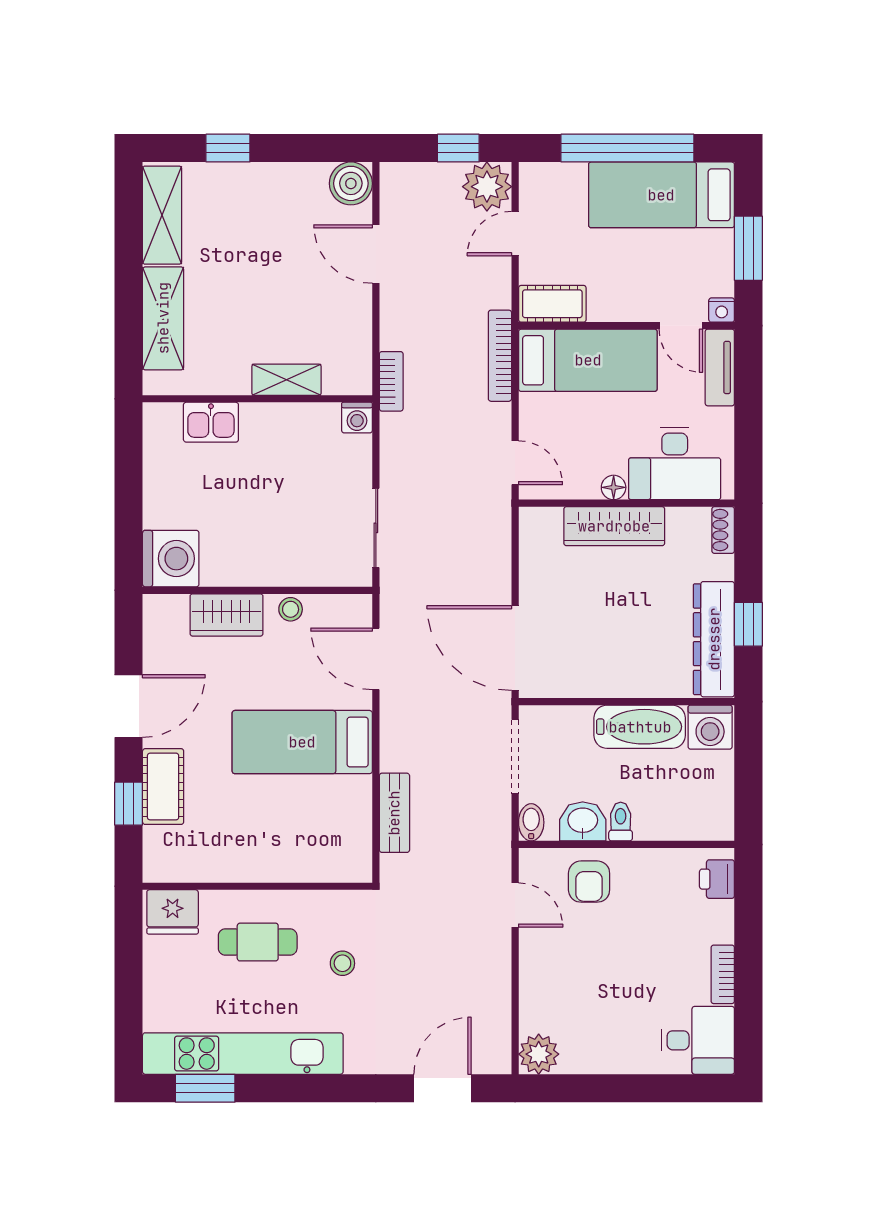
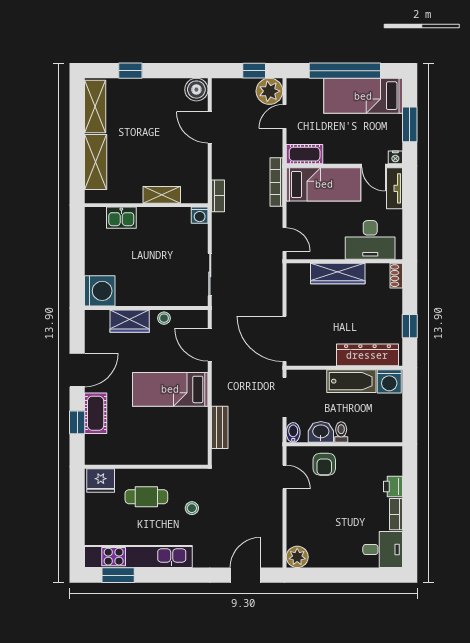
floor lamp: (614, 487) -> (337, 253), removed
dresser: (714, 639) -> (367, 355), moved, turned 90
printer: (717, 879) -> (393, 487), moved

